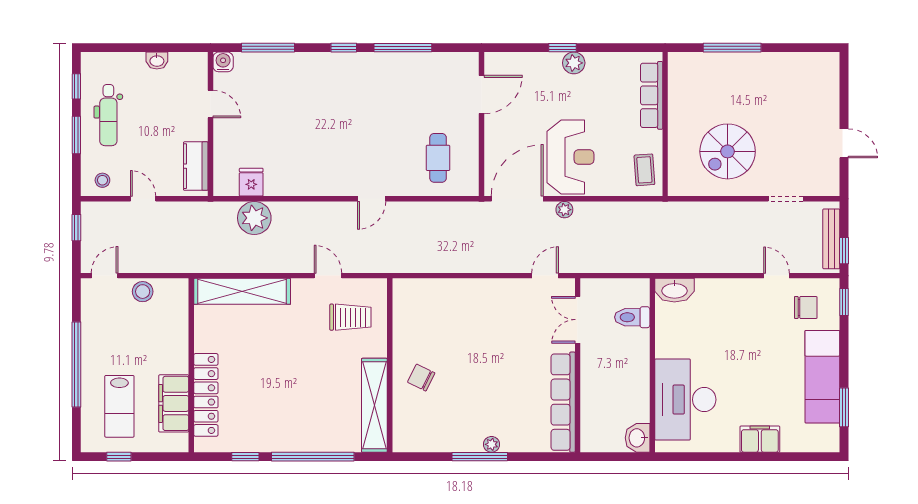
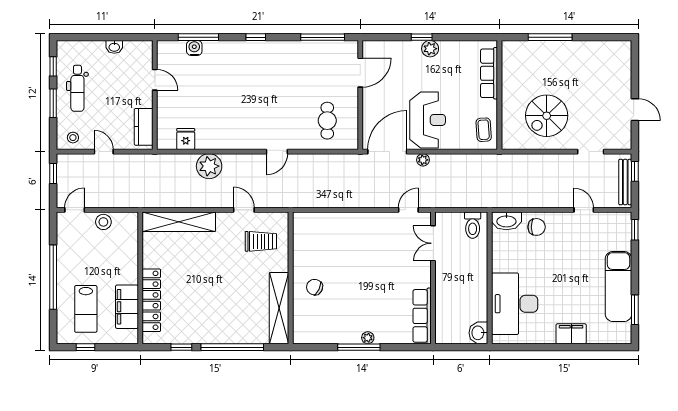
window: (403, 48) -> (323, 37), moved
water cooler: (223, 62) -> (194, 48), moved
plant: (254, 218) -> (209, 166), moved
window: (844, 251) -> (635, 171), moved
chair: (806, 307) -> (537, 227), moved
toilet: (632, 317) -> (473, 225), moved, turned -90
row of seats: (563, 402) -> (422, 316), width x0.73

